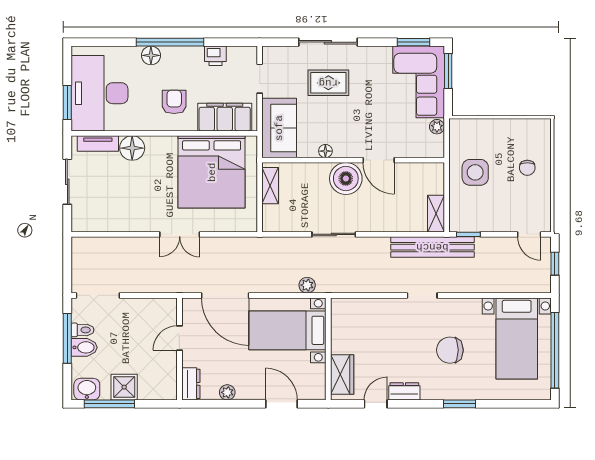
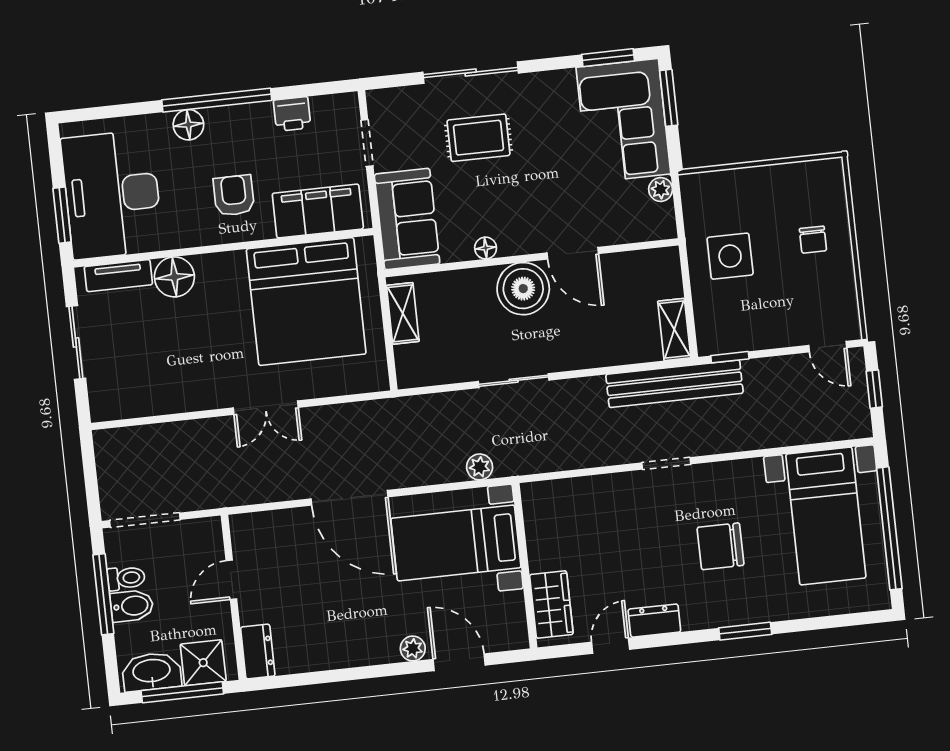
door: (179, 338) -> (231, 580), moved
wall: (179, 349) -> (233, 597), moved
dresser: (191, 384) -> (258, 652), moved
washbasin: (87, 389) -> (152, 672), width x1.38
plant: (227, 392) -> (413, 648), moved

